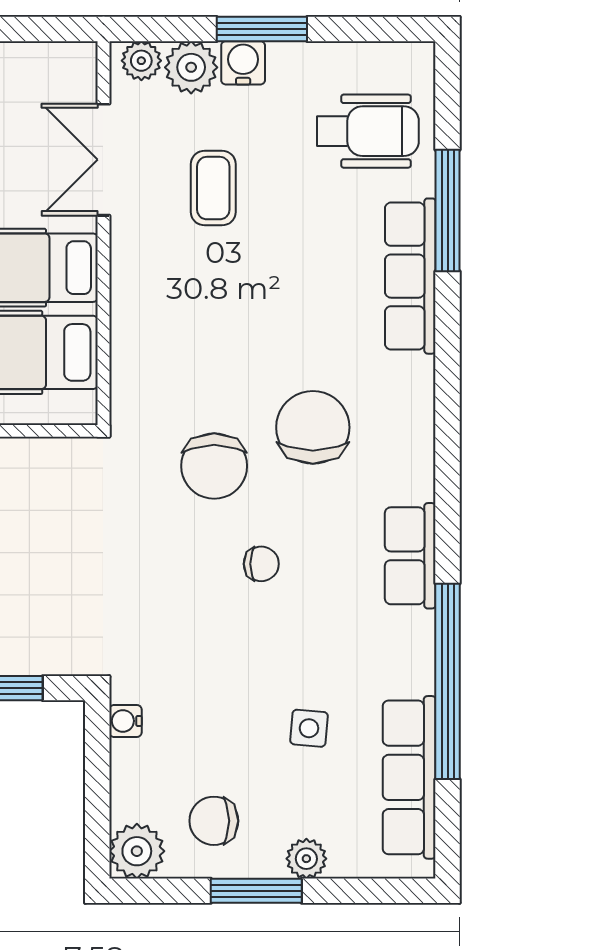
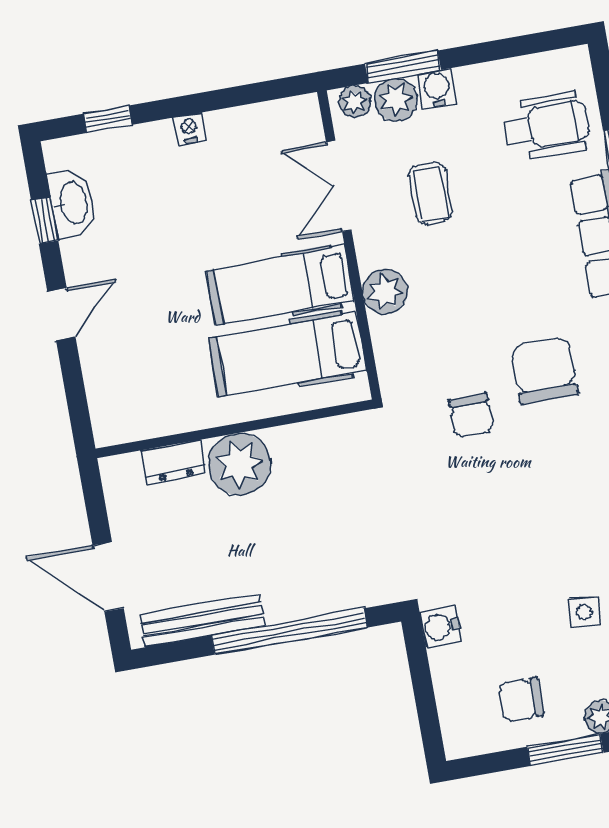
window: (262, 29) -> (403, 67), moved
chair: (214, 466) -> (471, 416), width x0.73, depth x0.73
chair: (261, 564) -> (523, 487), removed
water cooler: (125, 721) -> (440, 627), width x1.38, depth x1.38
plant: (137, 851) -> (385, 292), moved

